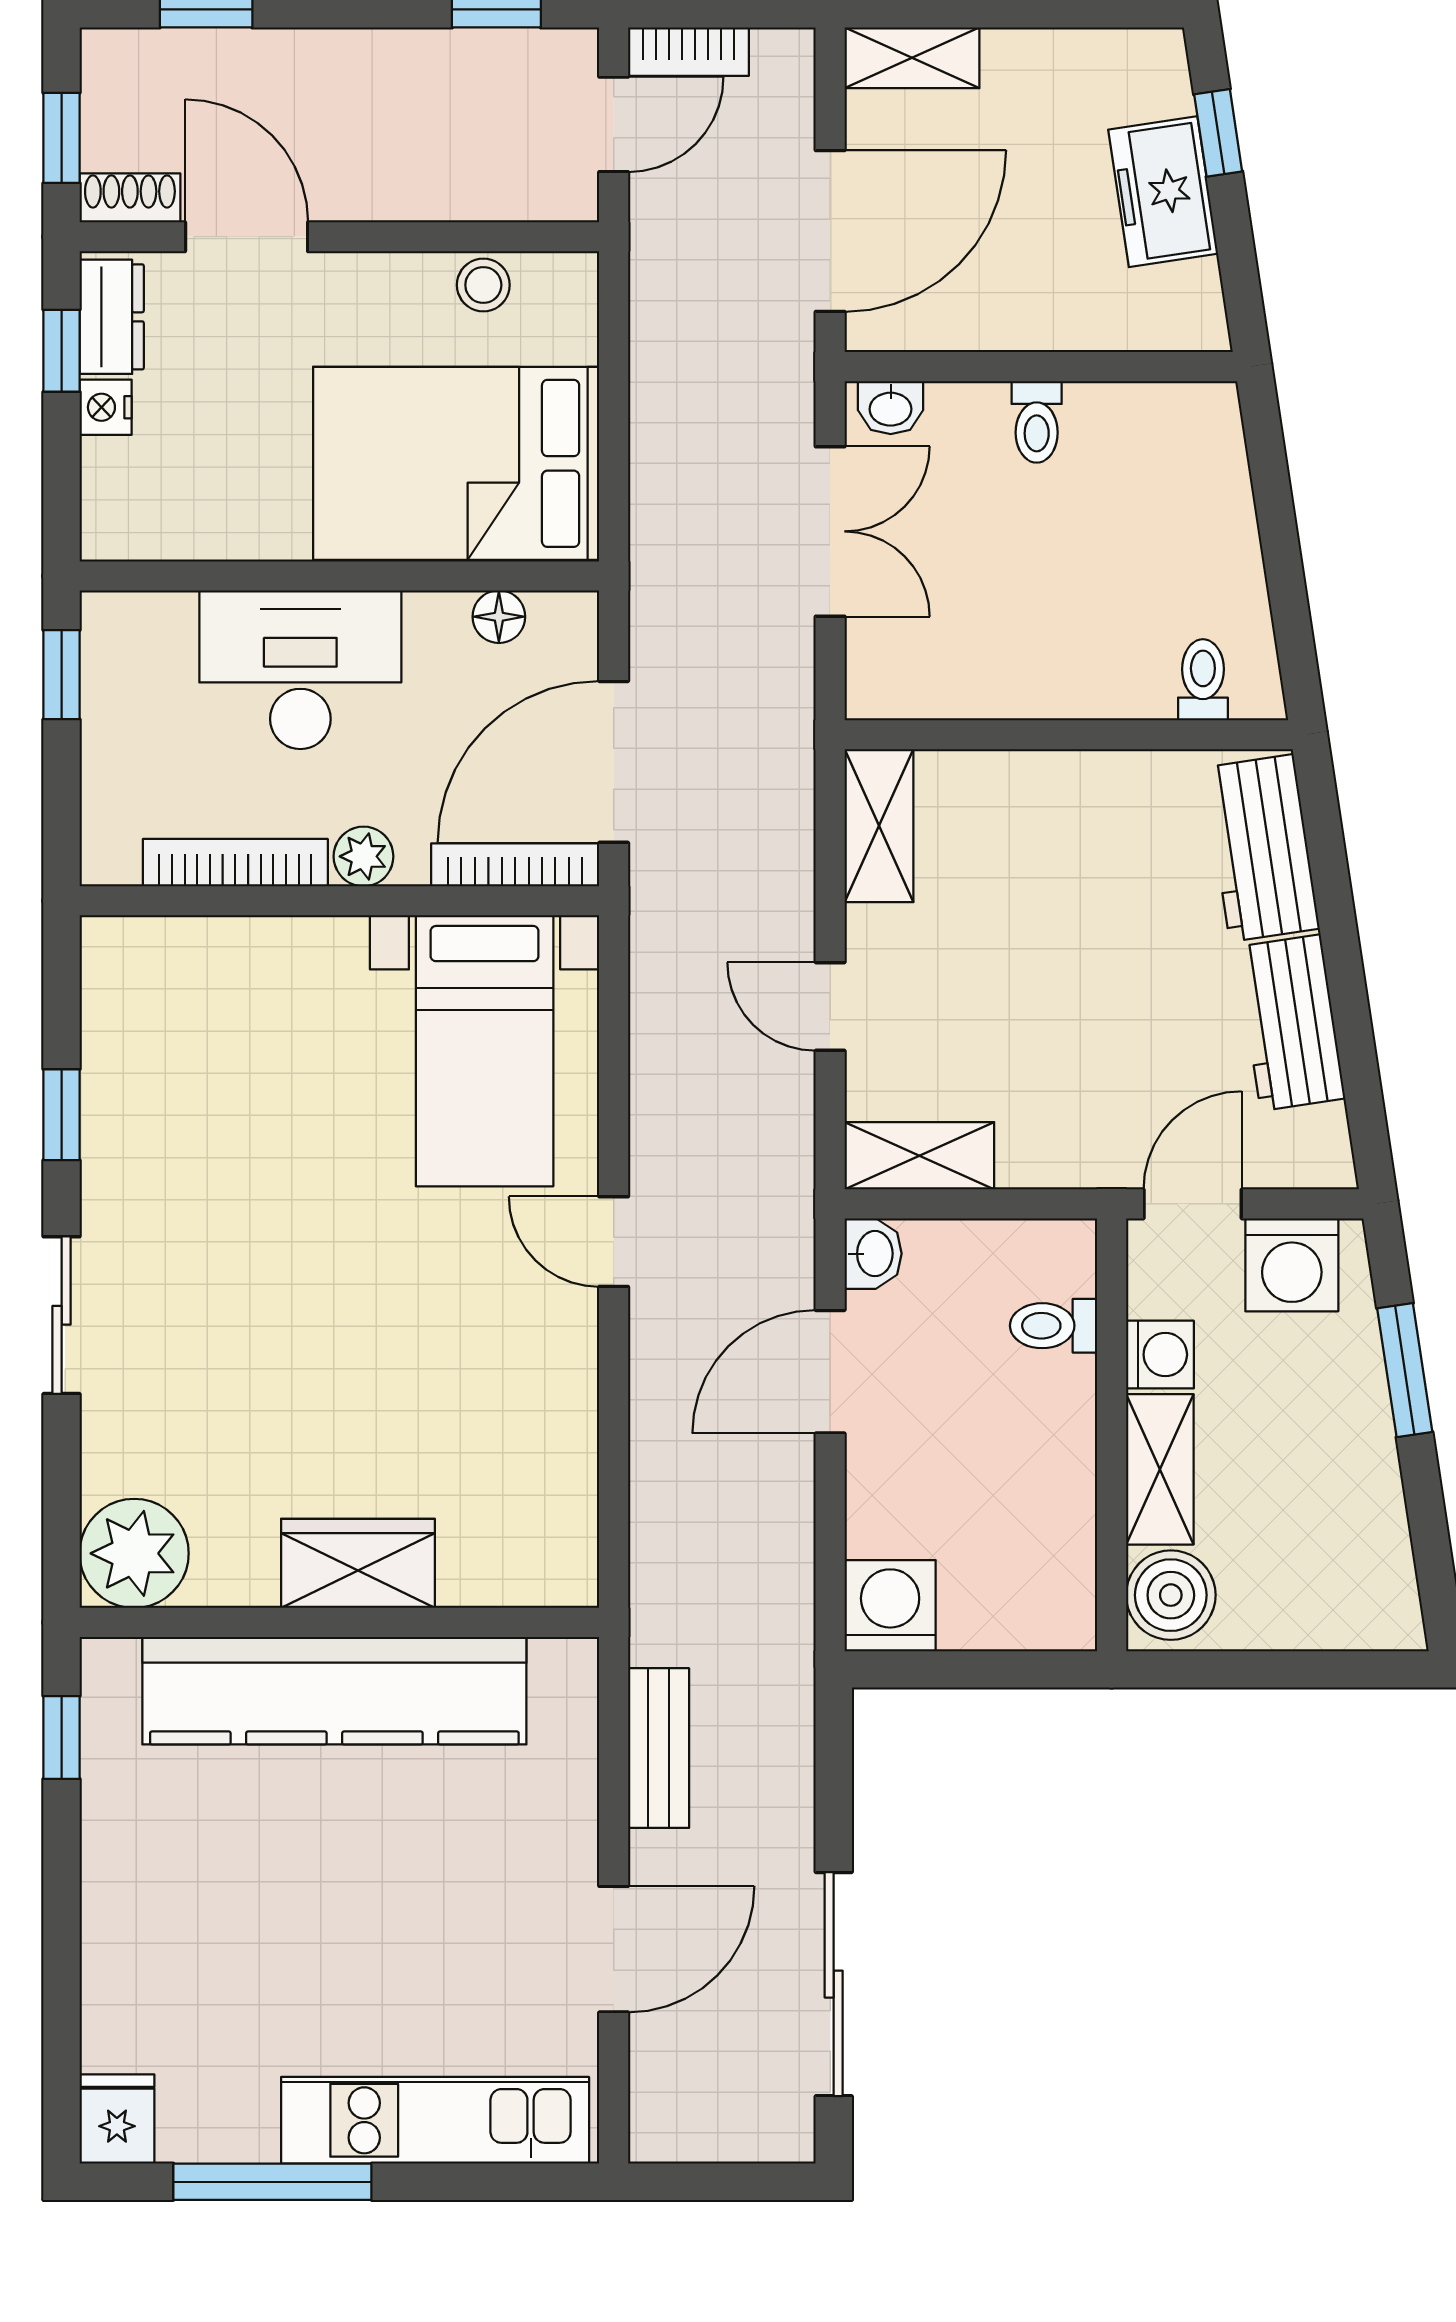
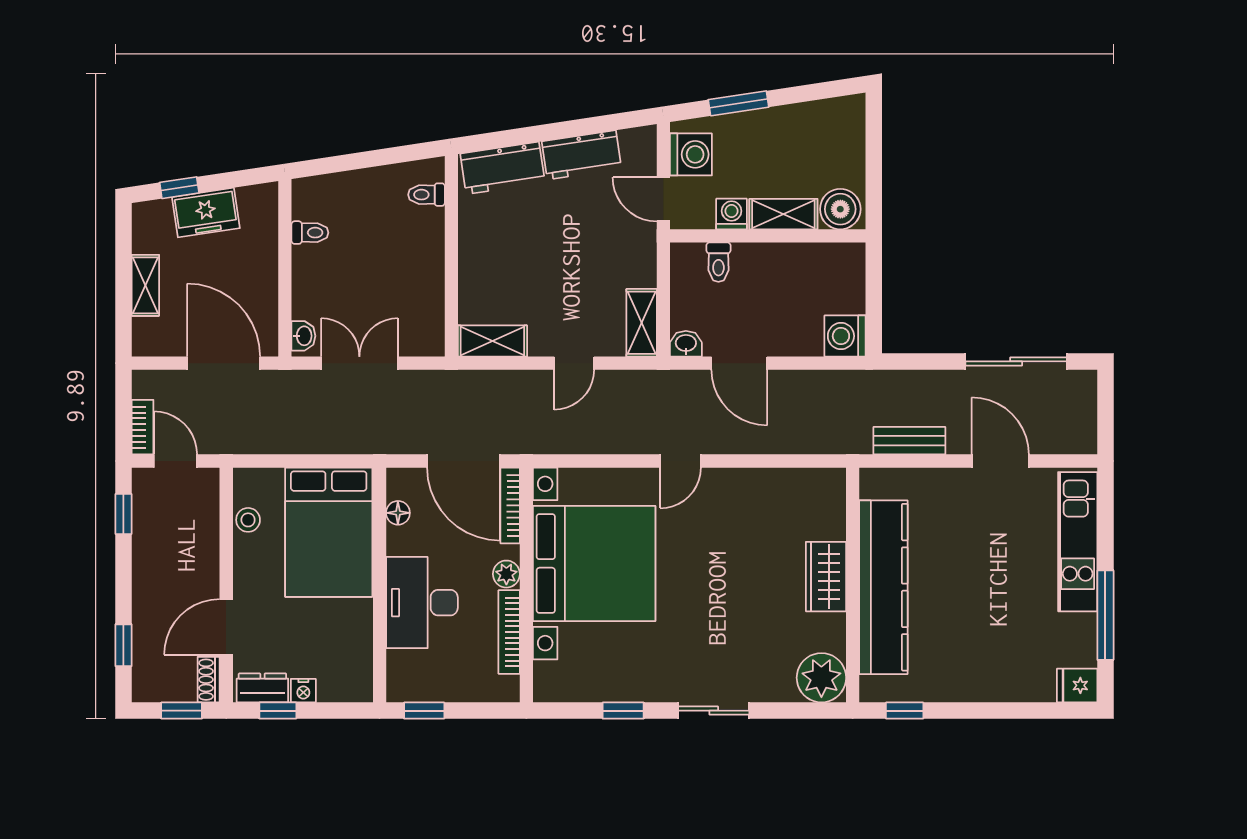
shelving: (912, 58) -> (145, 285), moved
toilet: (1037, 422) -> (310, 233), moved
bed with nightstands: (485, 1051) -> (594, 563), width x1.85

